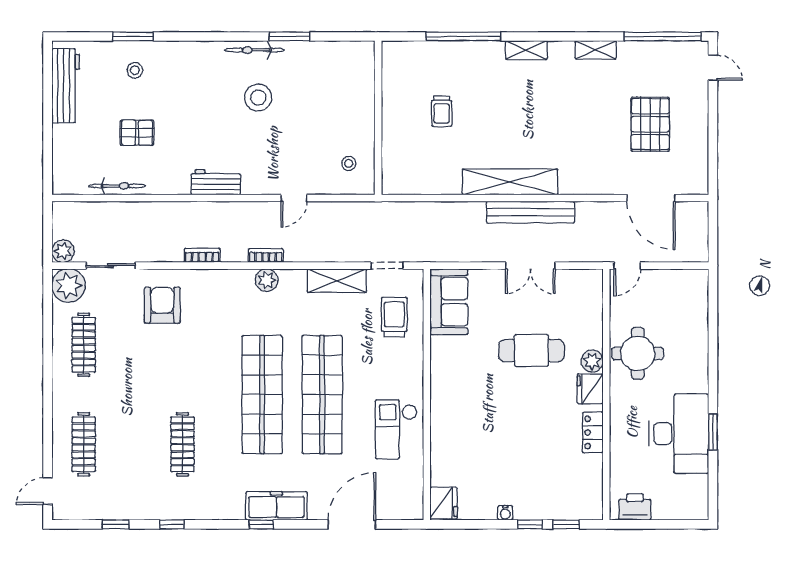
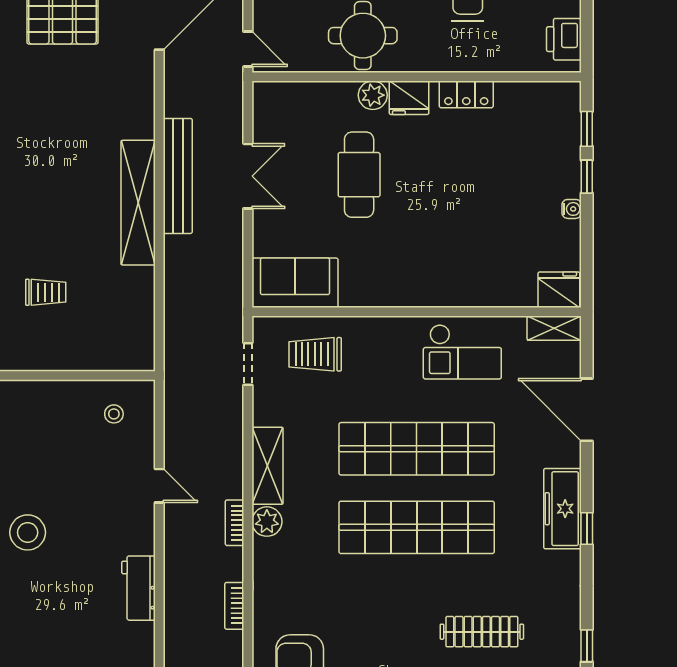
shelving: (337, 281) -> (267, 466), moved
shelving: (414, 500) -> (554, 328), added

